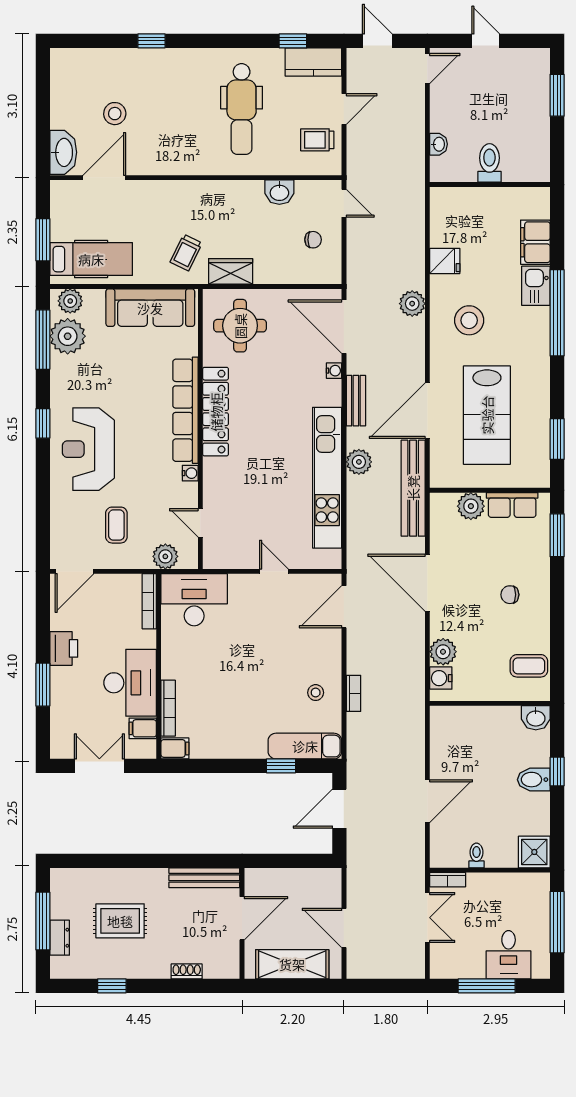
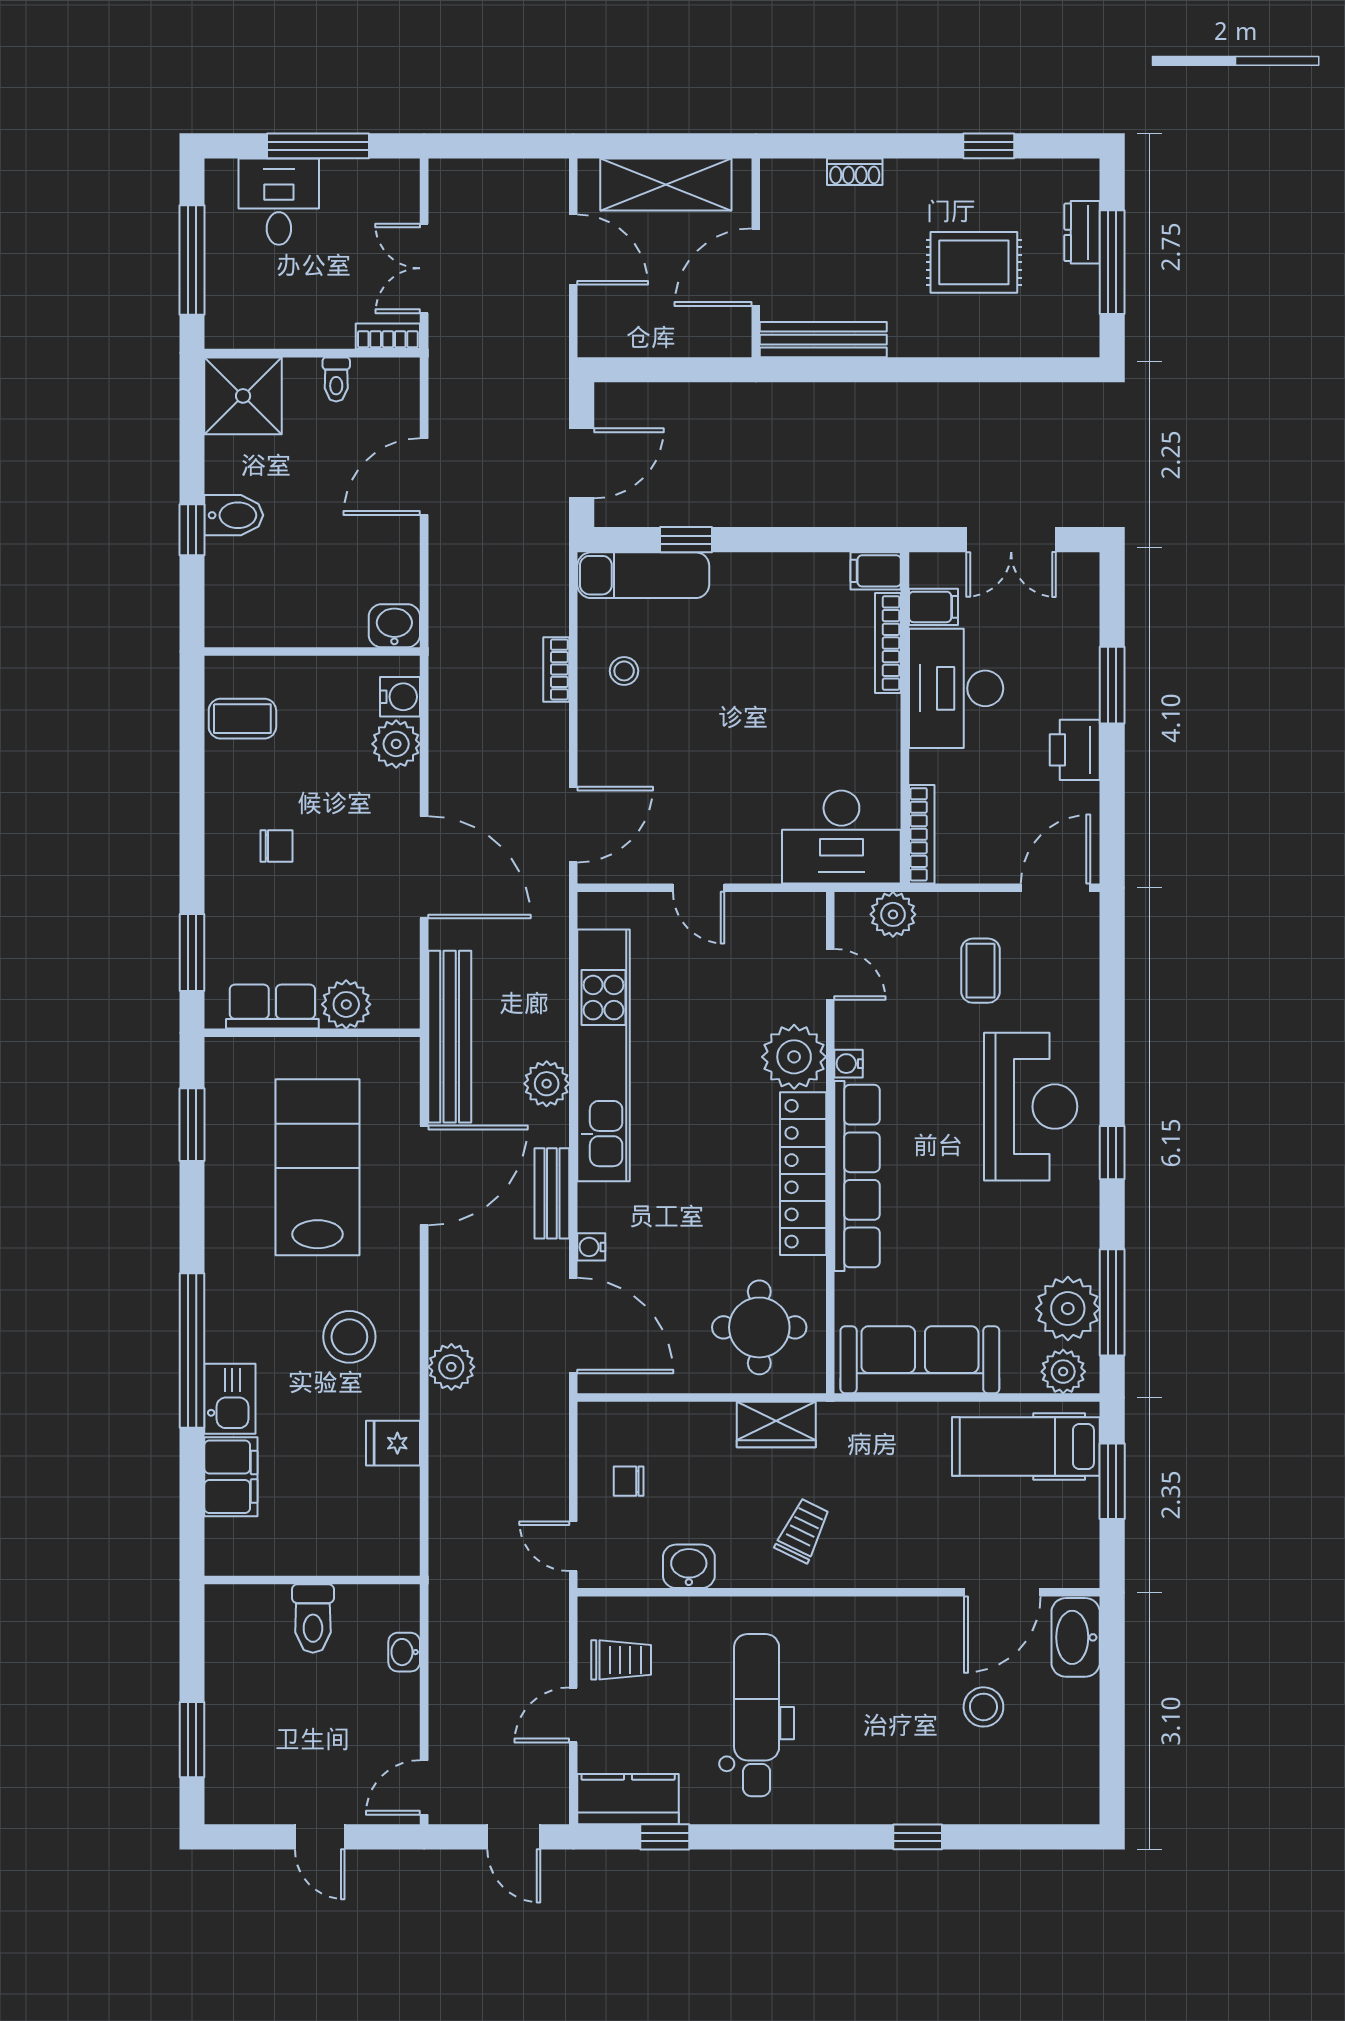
trolley: (186, 253) -> (803, 1531), moved
plant: (221, 477) -> (794, 1057), added
washbasin: (536, 718) -> (394, 626), moved
shower: (534, 852) -> (243, 396), width x1.36, depth x1.36

